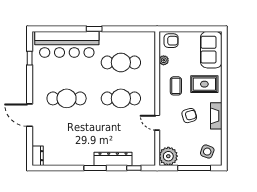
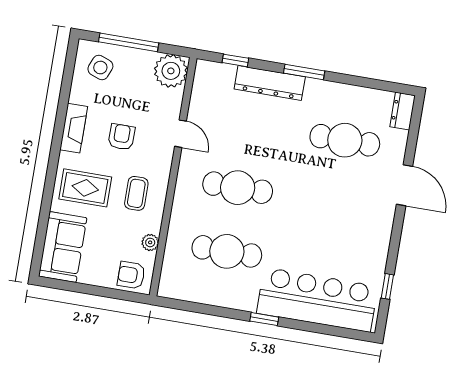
cafe table: (67, 98) -> (345, 140), moved
armchair: (189, 116) -> (122, 137), turned 106

